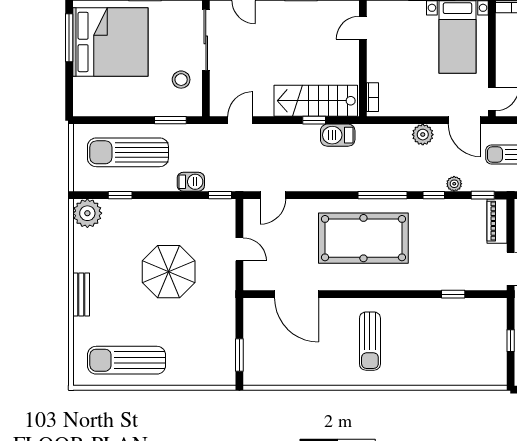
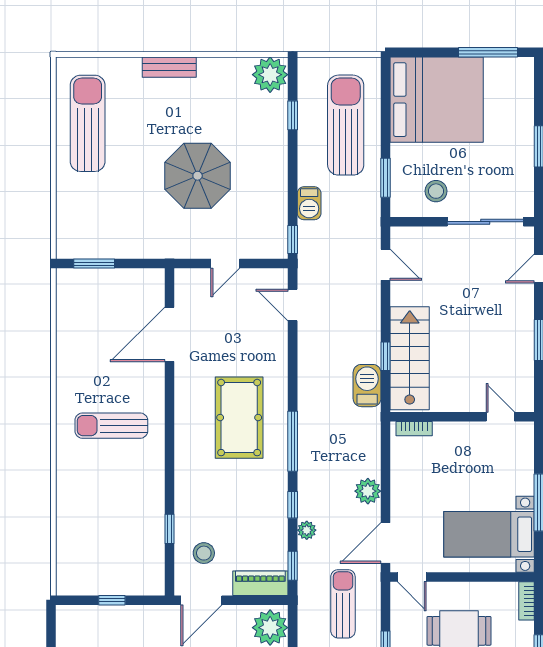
bed: (110, 42) -> (437, 100), moved, turned -90
pool table: (363, 238) -> (239, 418), width x0.73, depth x0.76
stool: (473, 267) -> (204, 553), added

